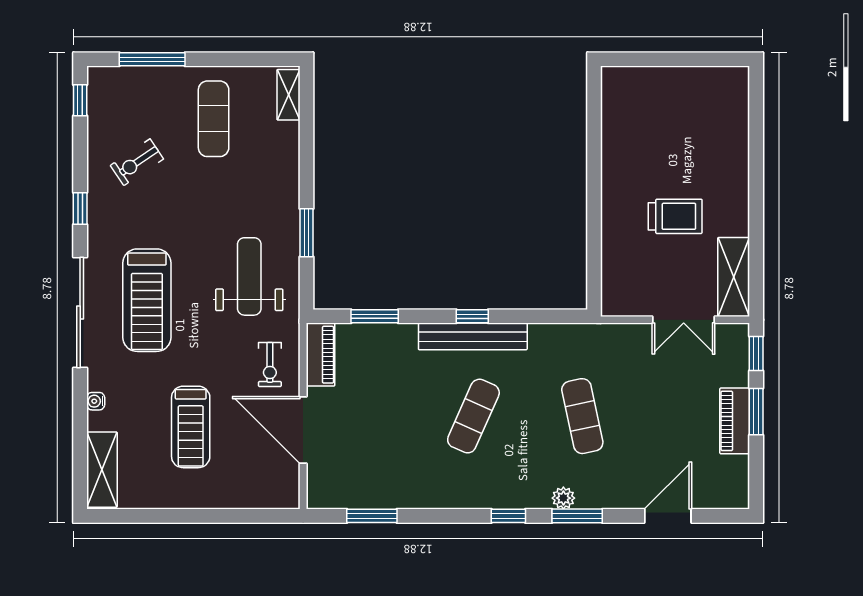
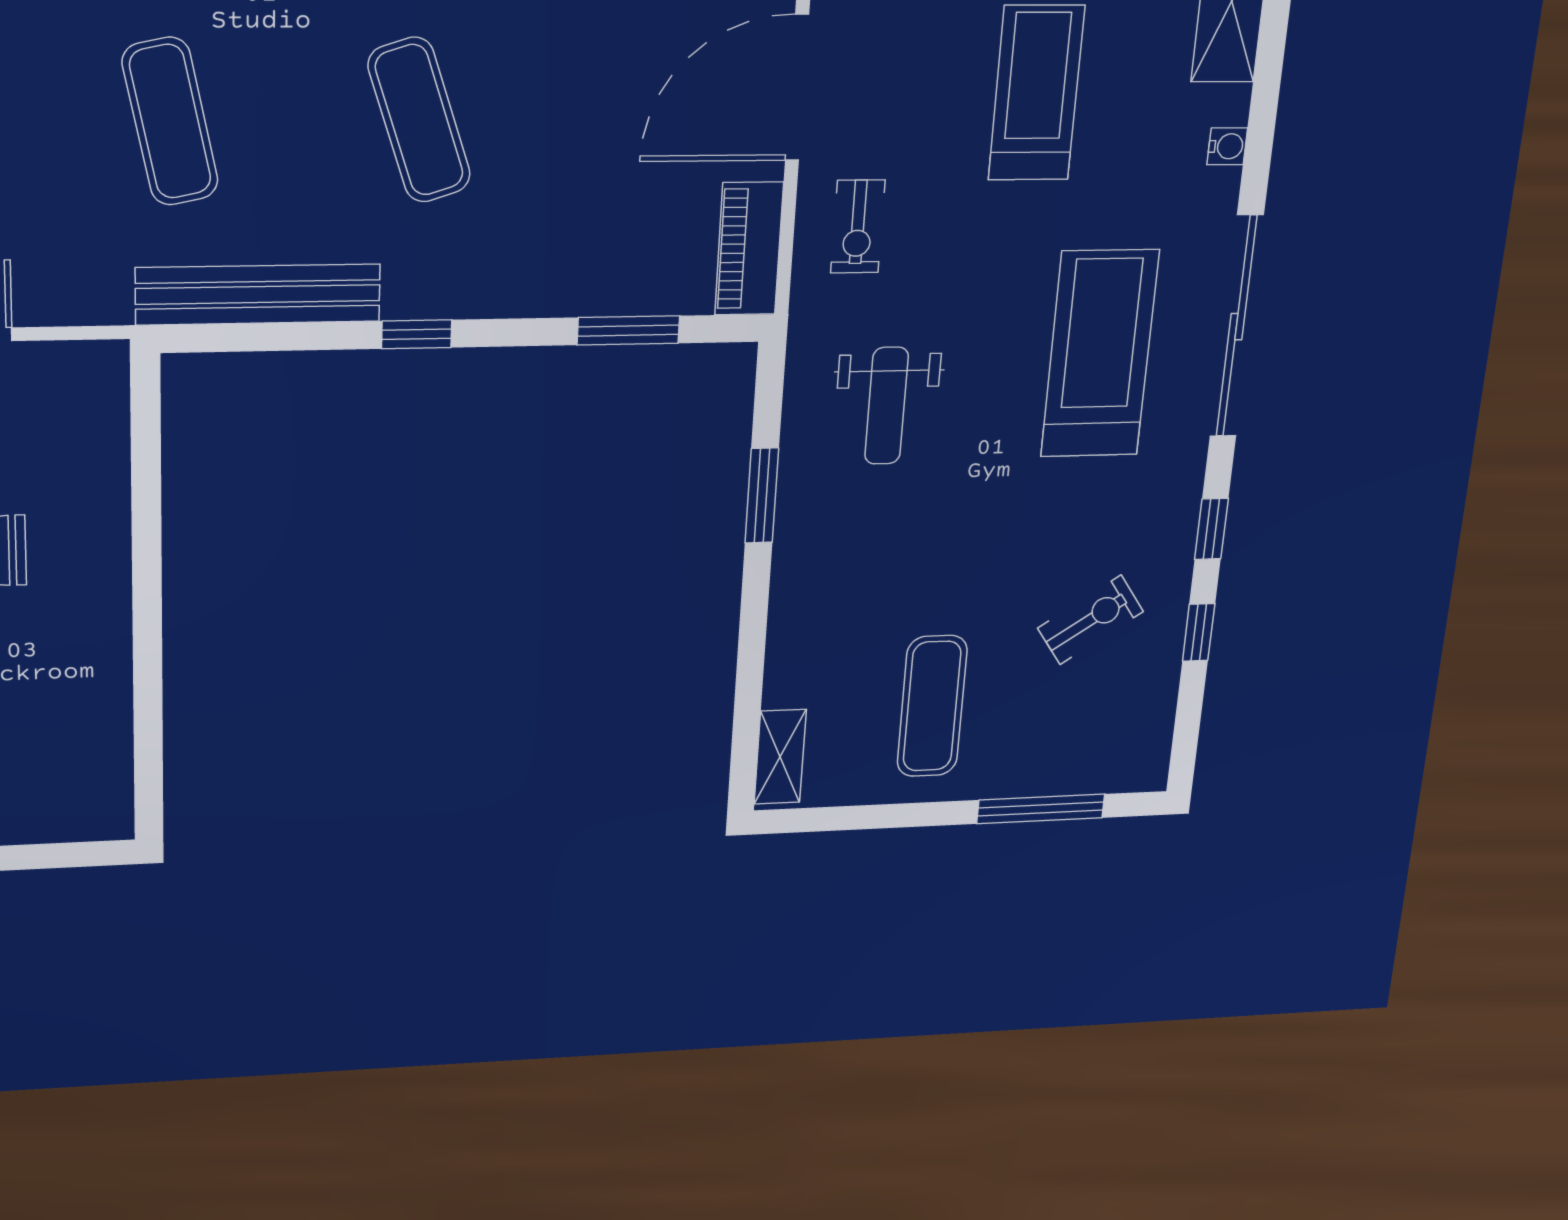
window: (80, 100) -> (1199, 632), moved
weight bench: (249, 276) -> (886, 406), width x0.73, depth x0.75
bench: (473, 336) -> (258, 294), moved
exercise bike: (270, 365) -> (858, 227), turned 180
exercise mat: (473, 416) -> (419, 120), turned -42
door: (303, 430) -> (797, 88), swing flipped

